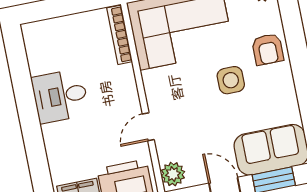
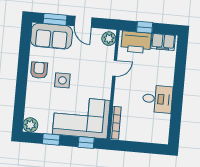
armchair: (268, 49) -> (39, 70), moved

